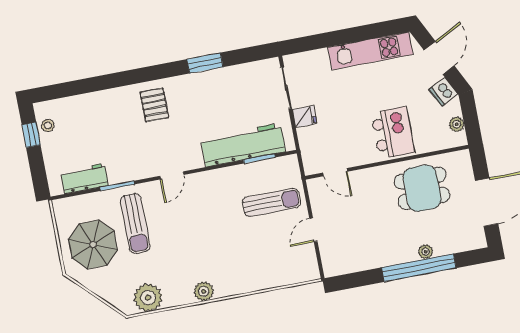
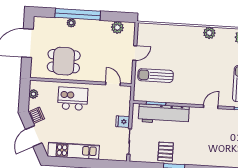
pallet: (154, 105) -> (166, 152), moved
kitchen island: (393, 133) -> (73, 99), turned 90
plant: (351, 263) -> (117, 27), added

